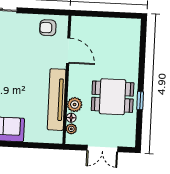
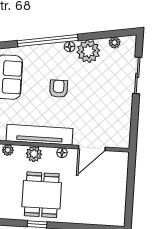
armchair: (48, 28) -> (59, 89), moved
floor lamp: (71, 118) -> (62, 153), moved

